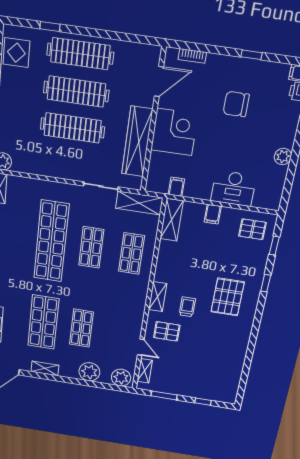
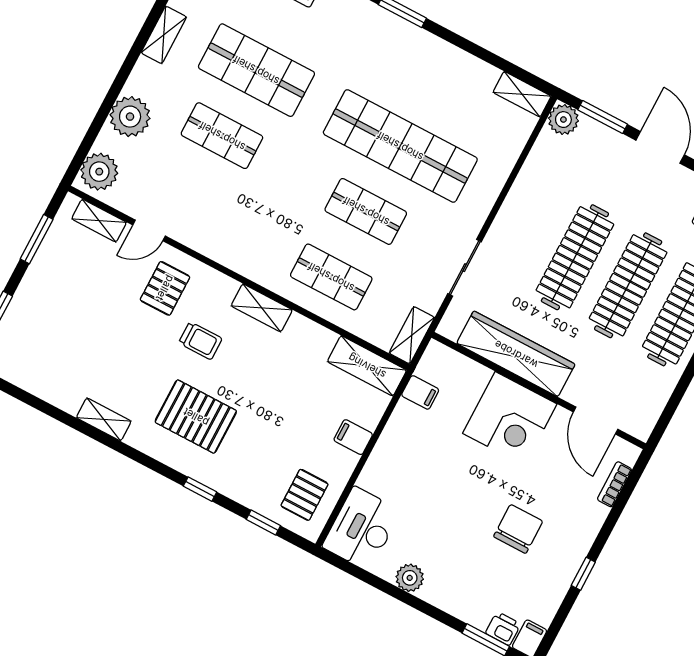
desk: (233, 188) -> (362, 529), moved
shelving: (139, 203) -> (412, 335), width x0.67, depth x0.75
shelving: (158, 297) -> (262, 308), moved
shelving: (243, 340) -> (104, 419), added

